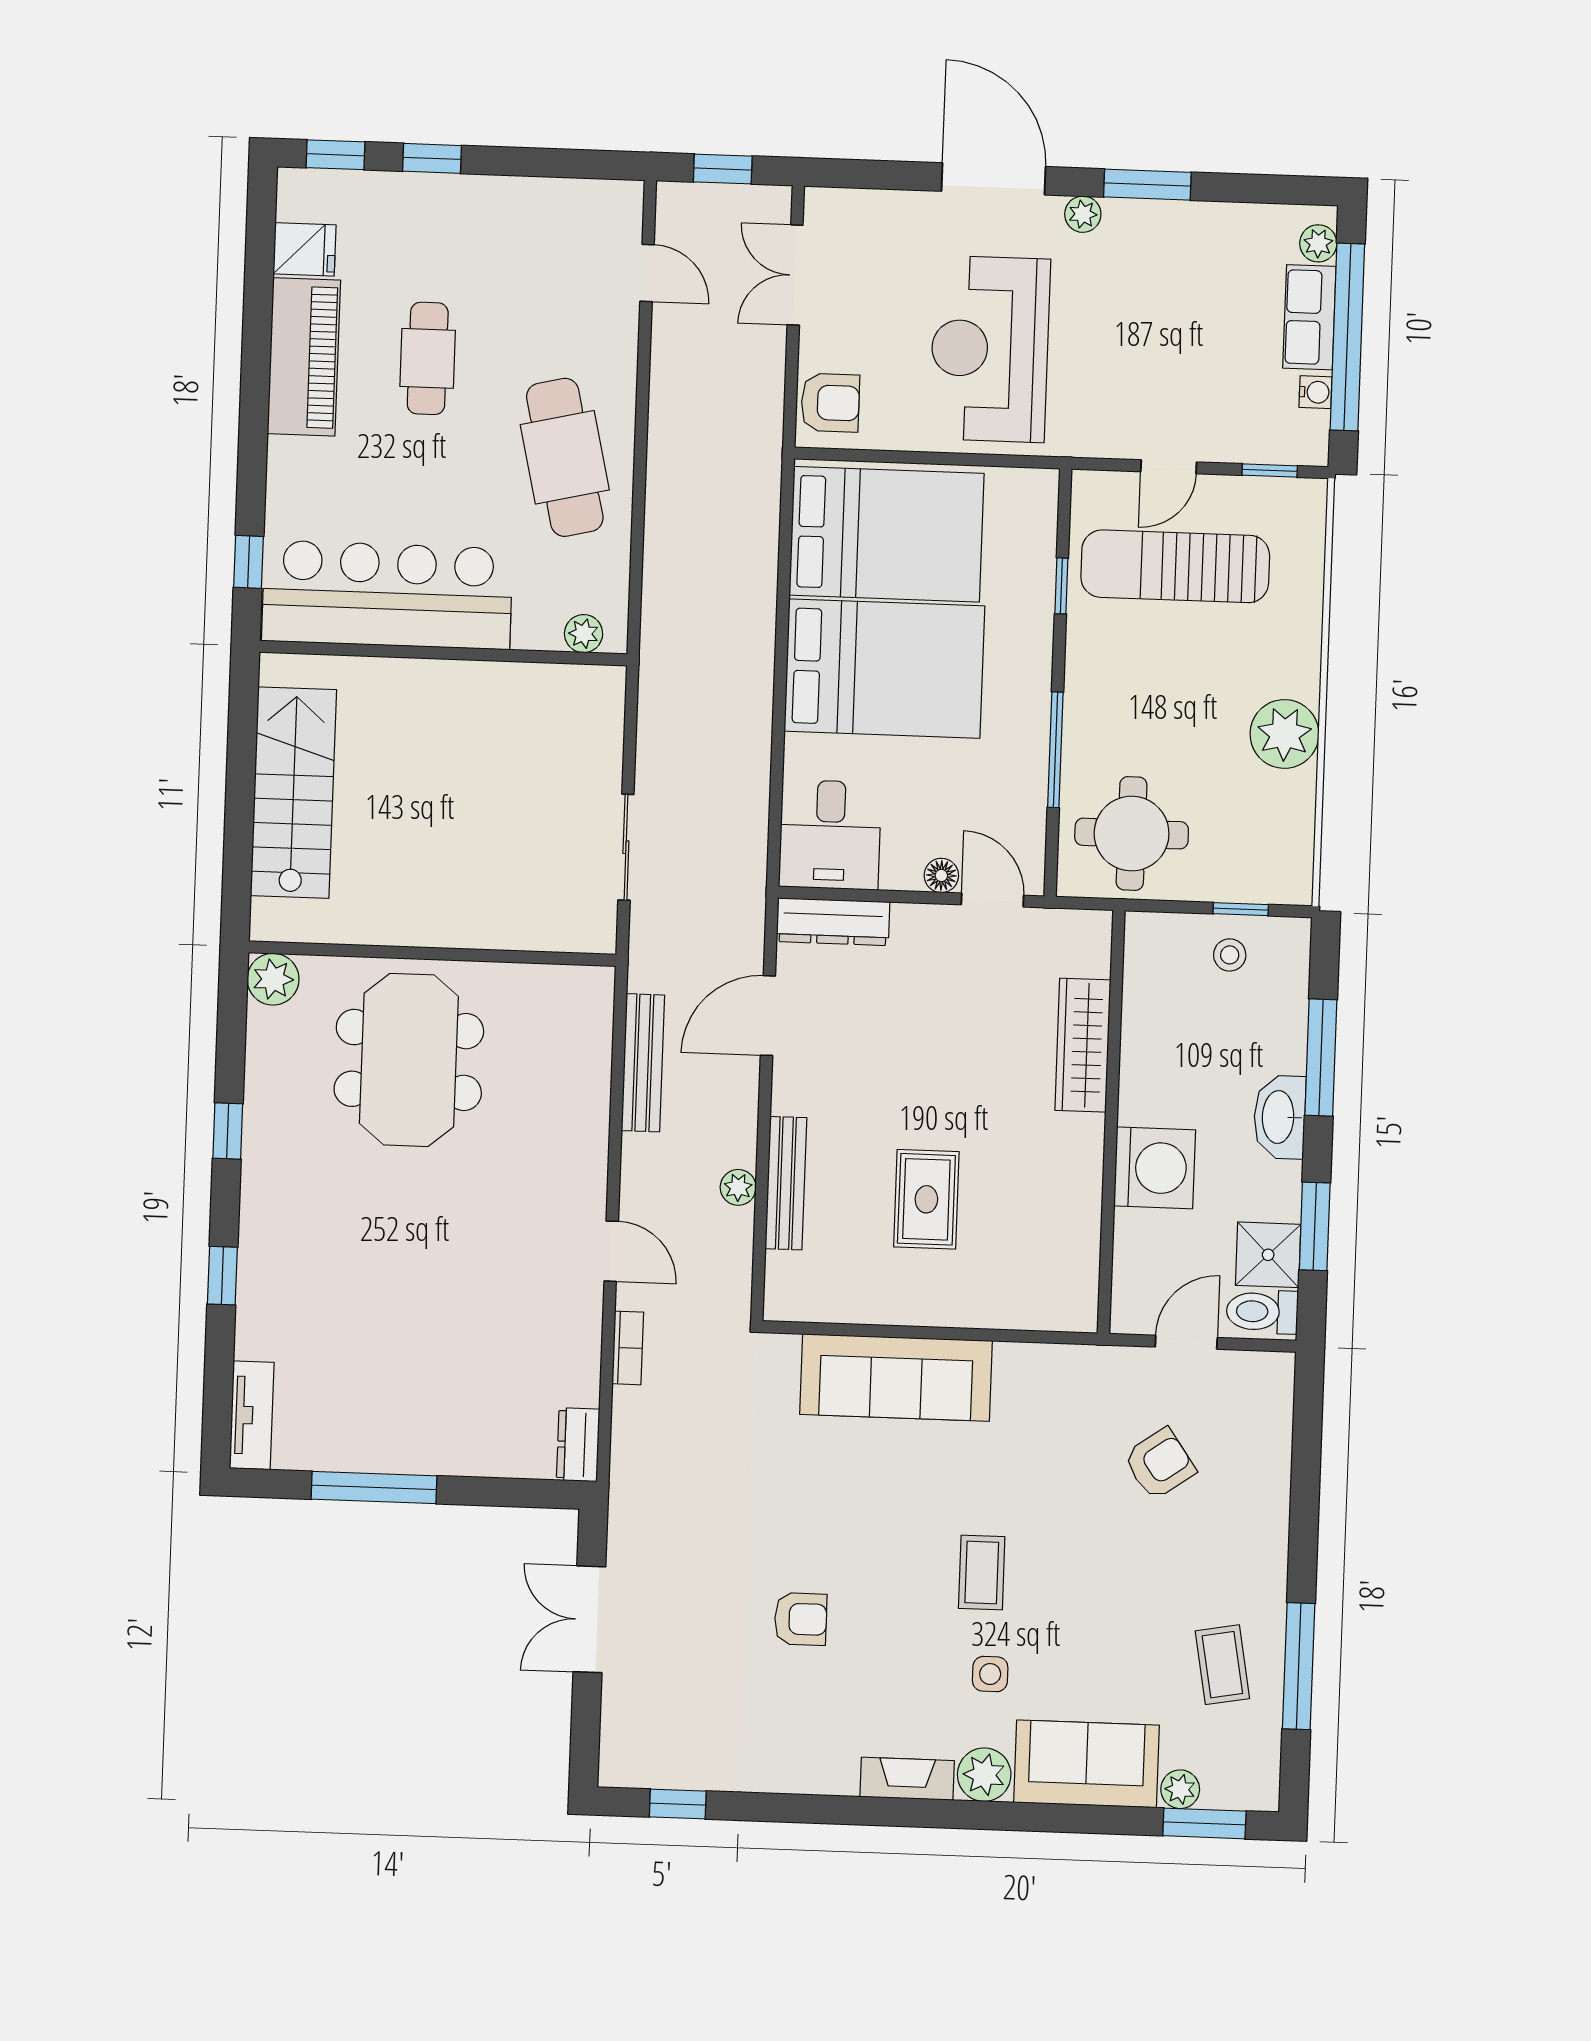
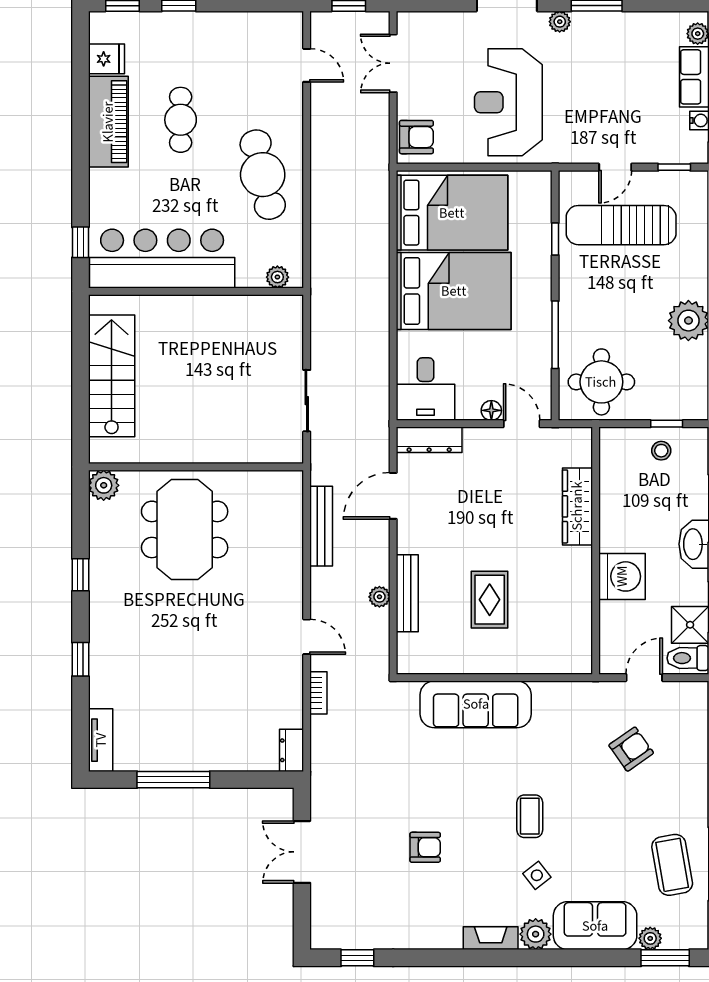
coffee table: (1222, 1665) -> (672, 865), width x1.36, depth x1.30
side table: (990, 1674) -> (537, 875), turned -38

